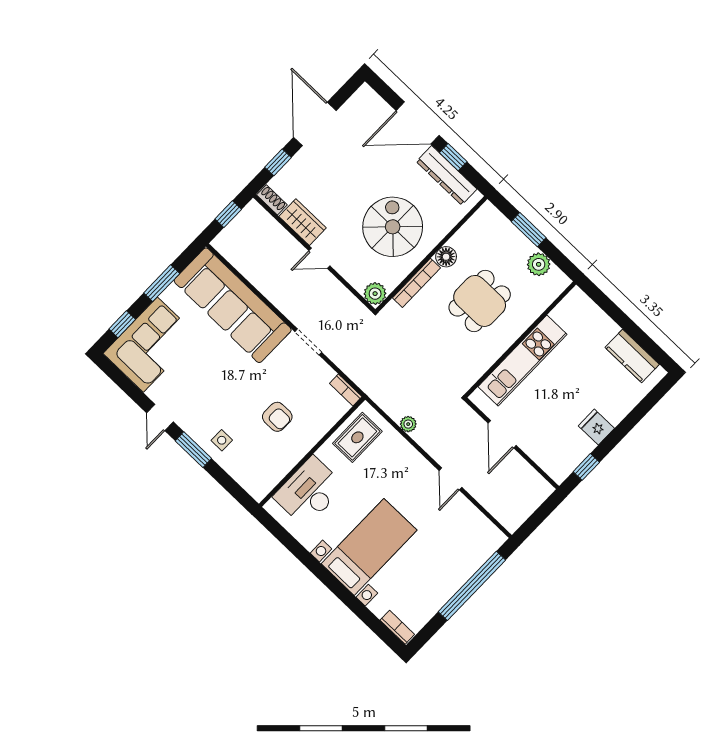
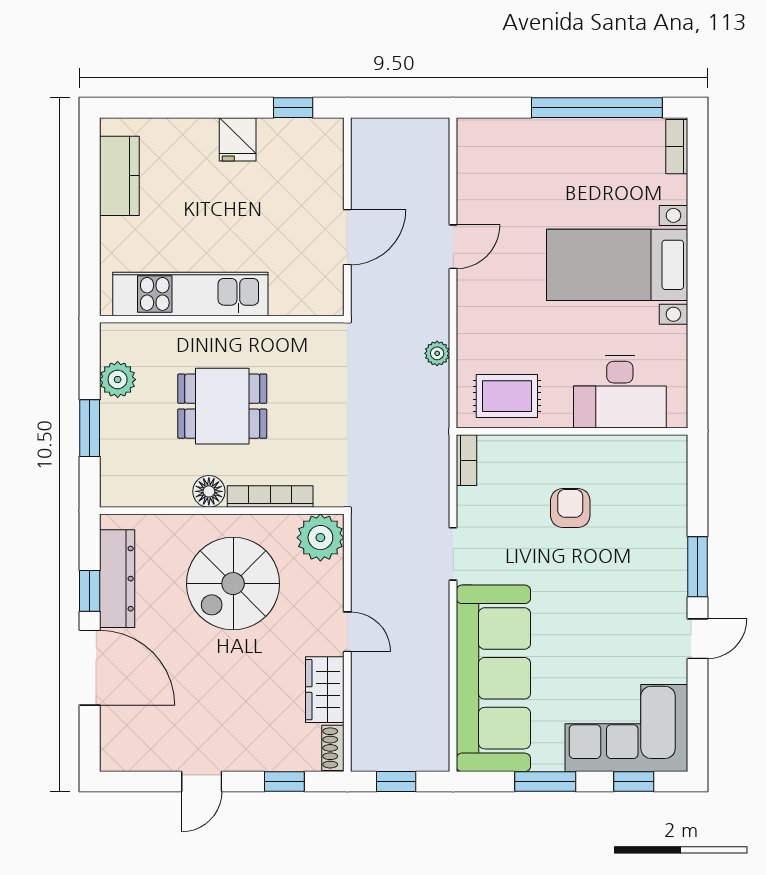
door: (315, 124) -> (202, 782), width x0.53
plant: (375, 294) -> (320, 538), width x1.36, depth x1.36
kitchen unit: (522, 361) -> (190, 294), moved
side table: (222, 440) -> (656, 545), removed
window: (472, 586) -> (597, 108), moved

